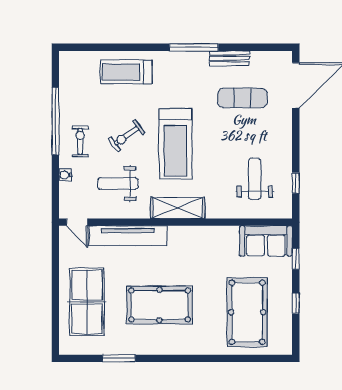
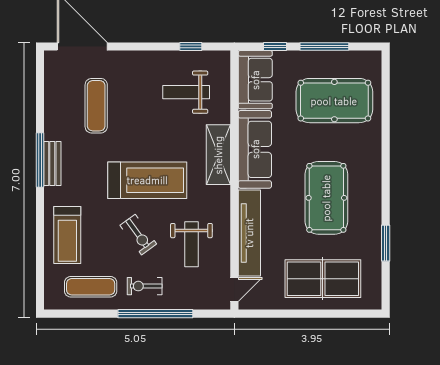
bench: (229, 58) -> (52, 164), moved
exercise mat: (80, 93) -> (91, 287), added
window: (55, 121) -> (155, 314), moved
water cooler: (65, 175) -> (182, 303), removed
shelving: (178, 208) -> (218, 155), moved
sofa: (203, 241) -> (255, 149), added
window: (296, 303) -> (324, 47), width x2.17

